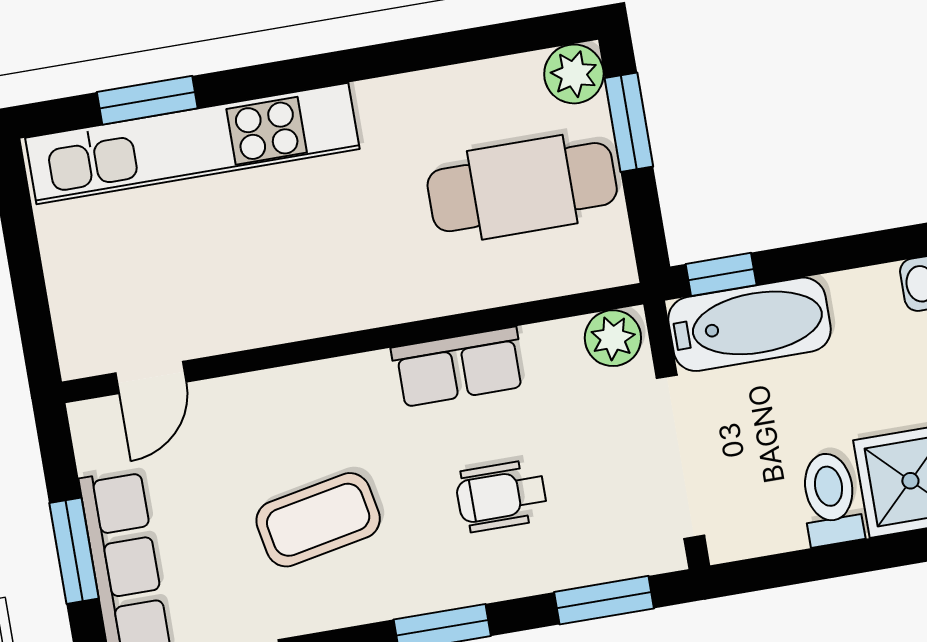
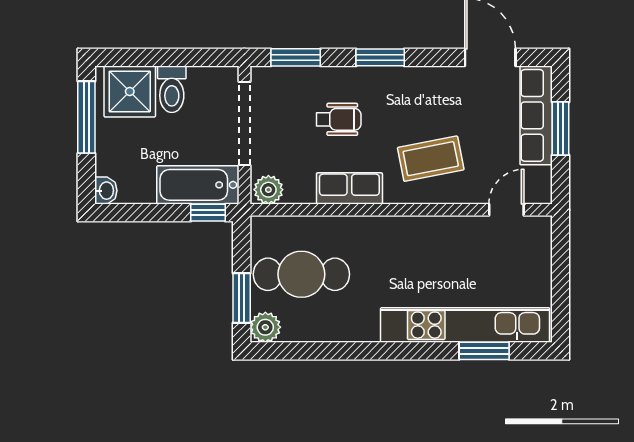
coffee table: (318, 520) -> (431, 159), moved

